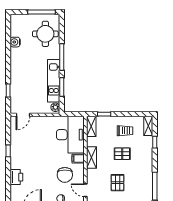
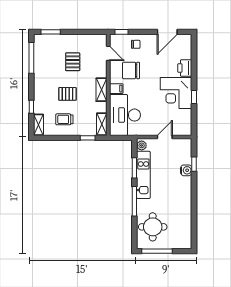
water cooler: (15, 42) -> (186, 170), moved
door: (23, 115) -> (165, 137), moved
corner desk: (24, 155) -> (176, 93), added
chair: (65, 175) -> (131, 70), turned -90

